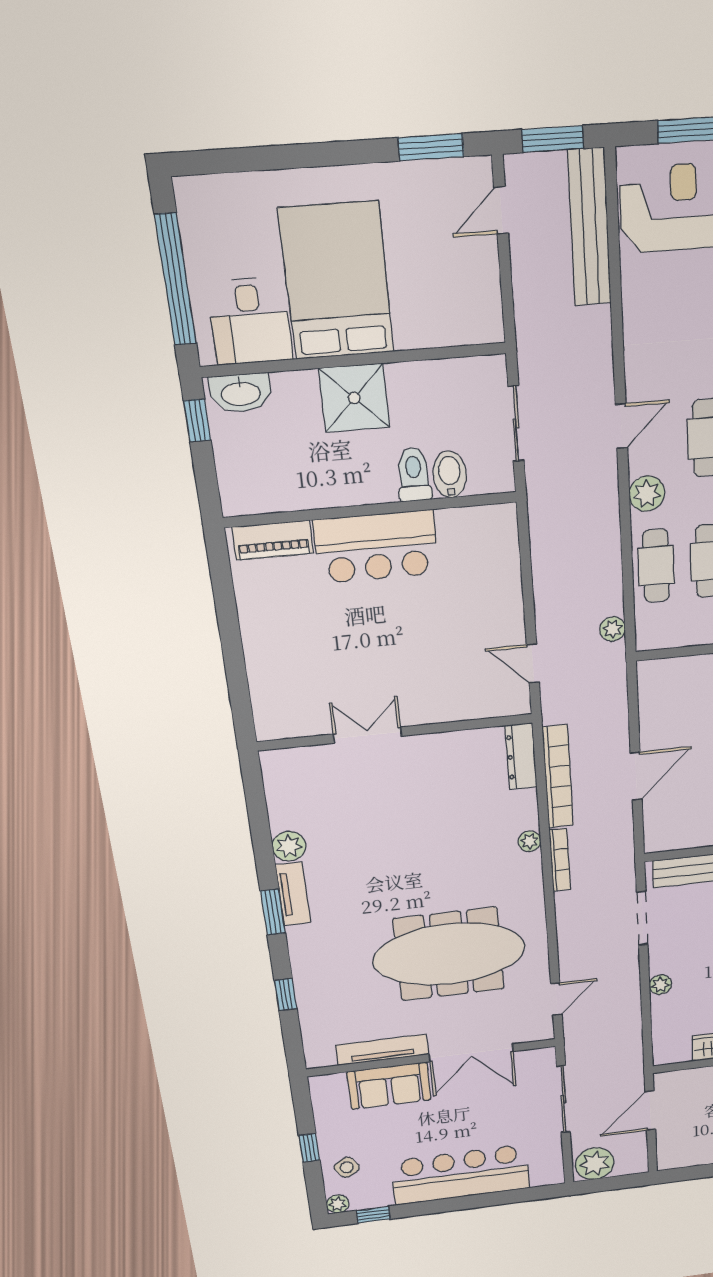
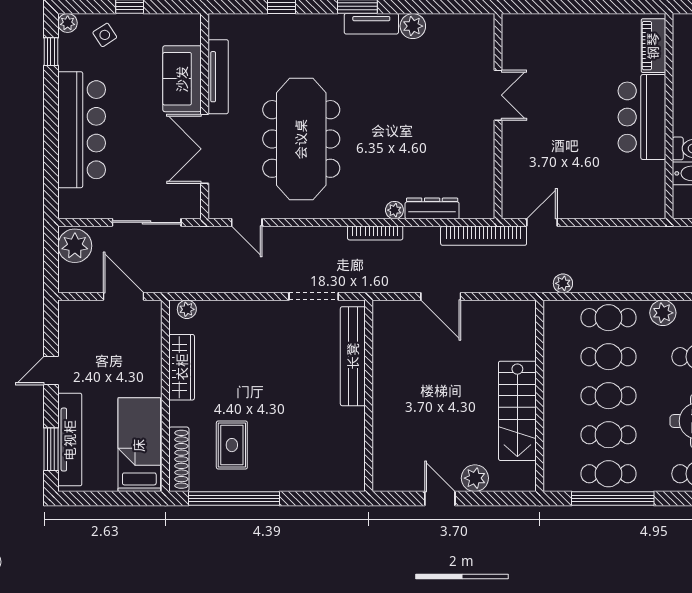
dresser: (521, 756) -> (432, 208), moved
bookcase: (558, 777) -> (484, 236), moved
plant: (660, 985) -> (187, 309), moved

